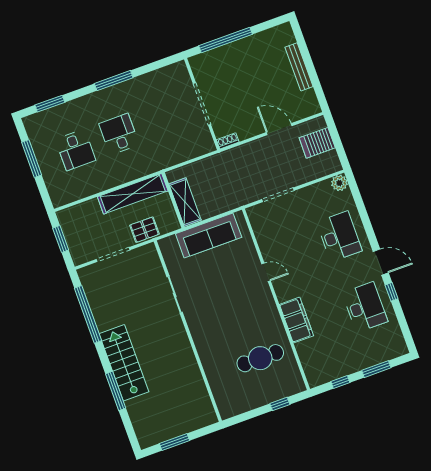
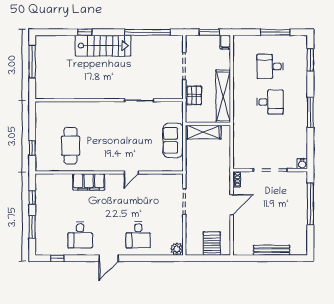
water cooler: (180, 68) -> (302, 164), added
door: (279, 129) -> (232, 205), moved
filing cabinet: (66, 215) -> (225, 42), added
sofa: (209, 235) -> (173, 140), width x0.73
desk: (339, 236) -> (138, 235), width x0.73
window: (392, 292) -> (57, 258), moved
desk: (365, 307) -> (80, 235), width x0.73
window: (116, 391) -> (85, 32), width x0.46
window: (174, 442) -> (32, 61), width x1.44

